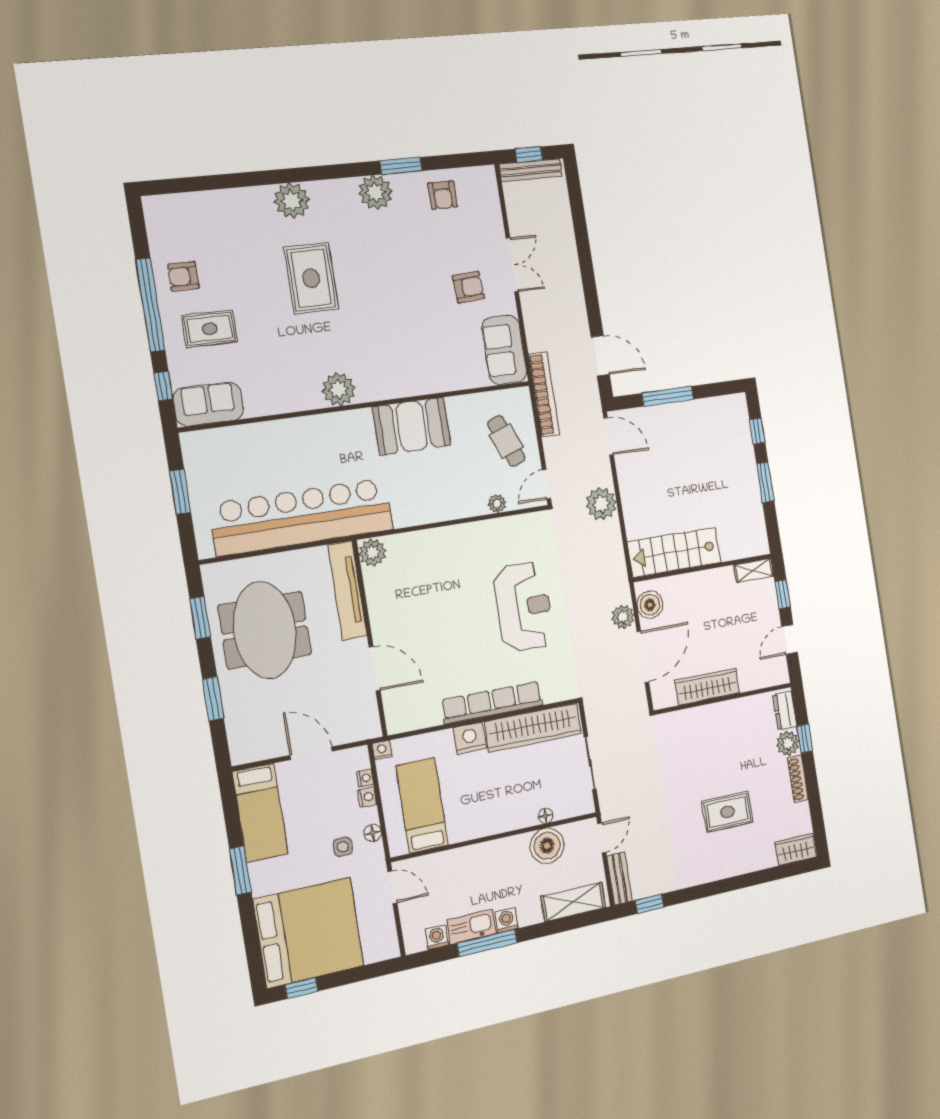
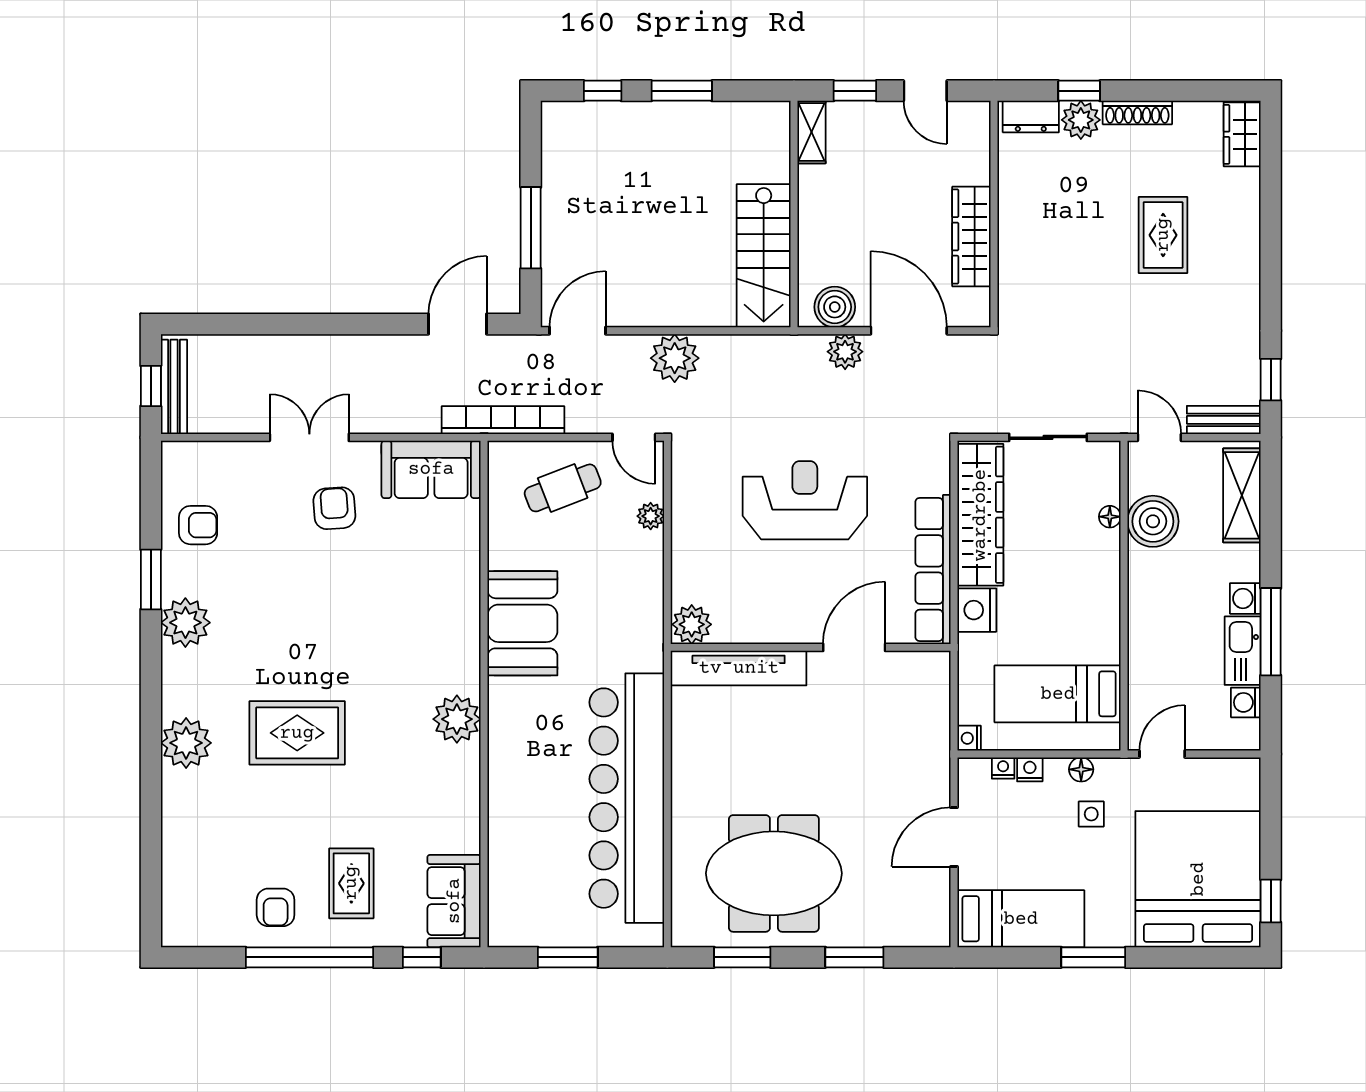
plant: (372, 552) -> (692, 624), moved
tv unit: (347, 590) -> (739, 668), moved
wall: (370, 638) -> (811, 647), moved
door: (375, 669) -> (854, 647), moved

